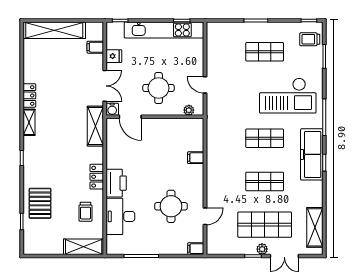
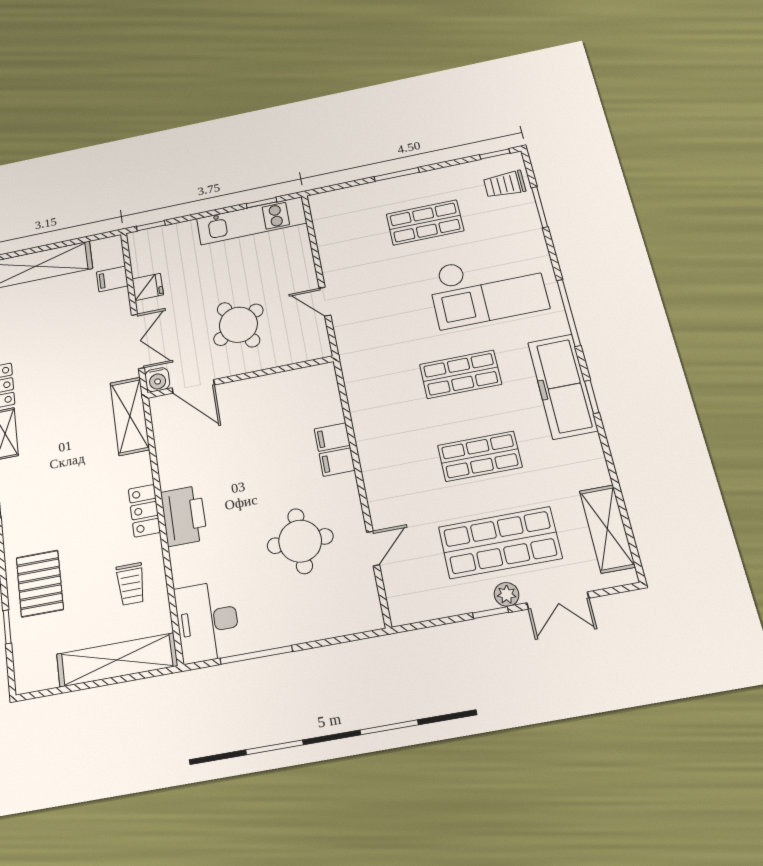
kitchen unit: (164, 30) -> (251, 221), width x0.73
round table: (159, 88) -> (238, 325), turned -30
plant: (189, 110) -> (302, 353), removed
desk: (120, 216) -> (207, 621), moved
shelving: (84, 247) -> (117, 660), width x1.47
filing cabinet: (196, 249) -> (337, 462), moved

